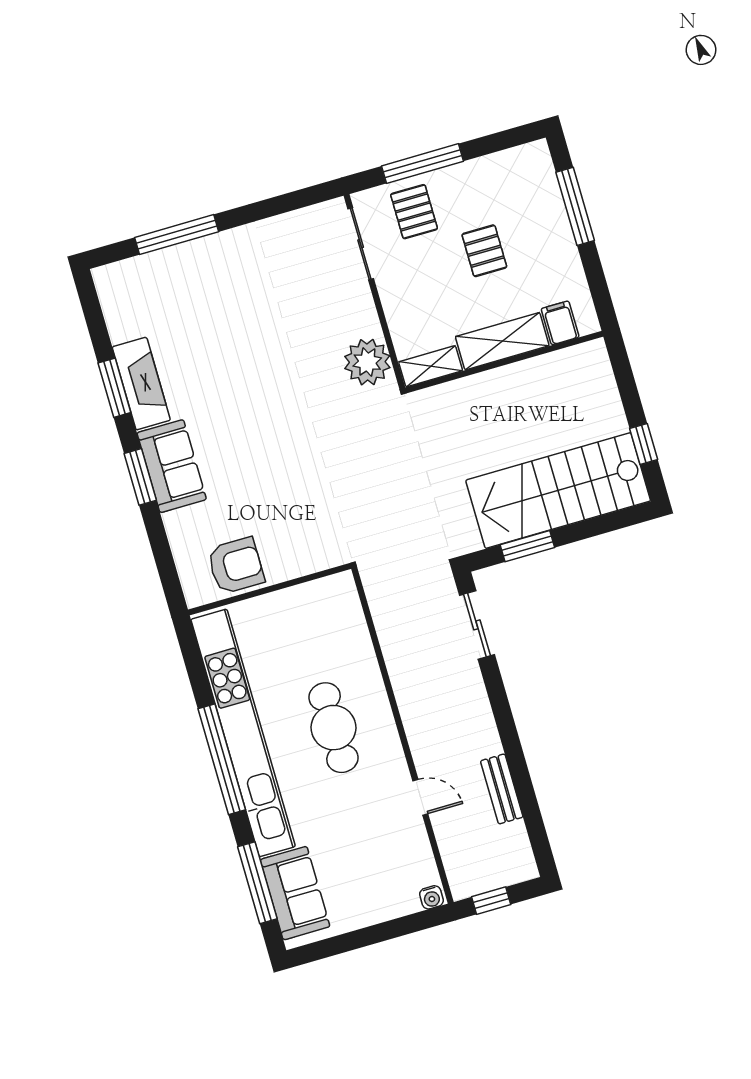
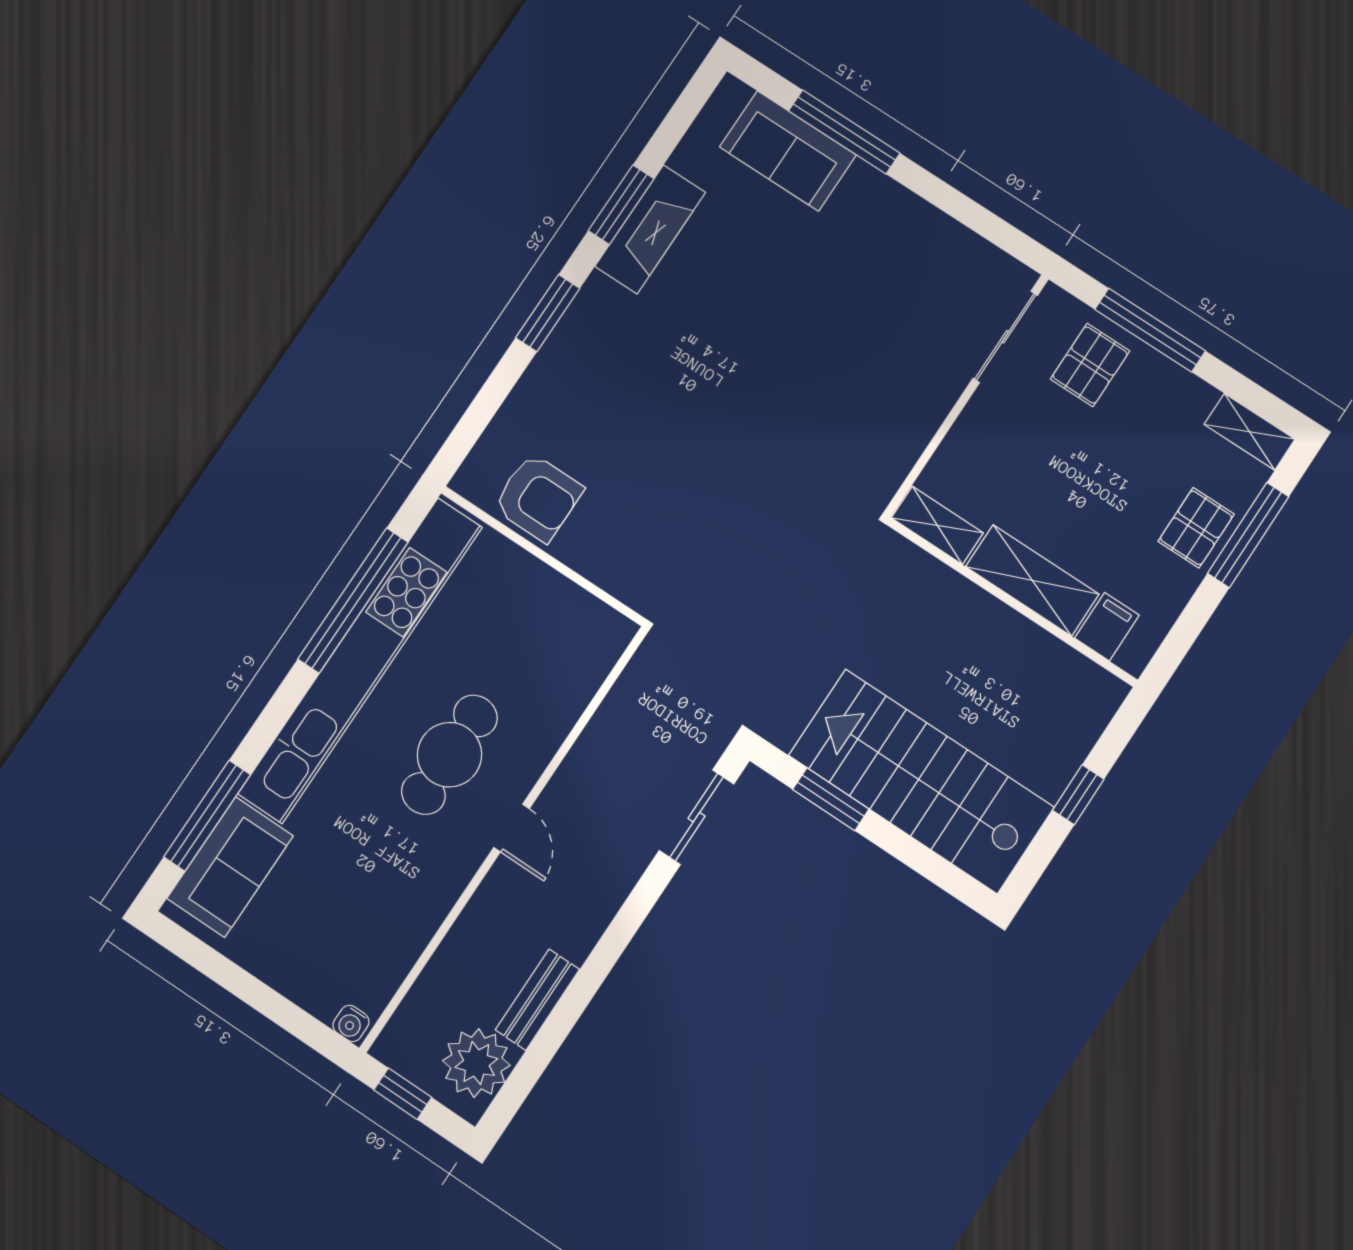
shelving: (521, 158) -> (1250, 432), added
pallet: (484, 251) -> (1196, 528), moved
plant: (367, 362) -> (476, 1063), moved
window: (644, 444) -> (1078, 795), moved
sofa: (172, 466) -> (788, 151), moved, turned 90
window: (222, 759) -> (353, 601), moved
door: (420, 797) -> (512, 828), moved

